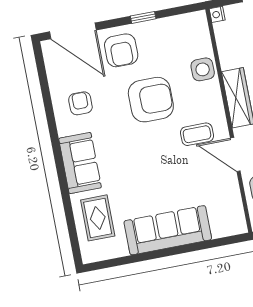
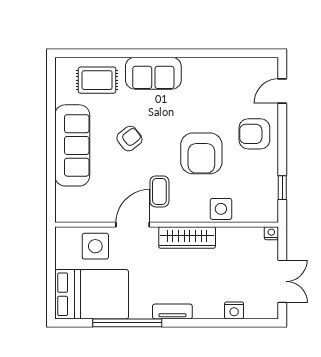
window: (143, 17) -> (282, 188), moved
door: (73, 31) -> (282, 91), width x0.53
armchair: (80, 103) -> (129, 139), moved, turned -38

